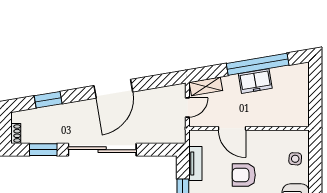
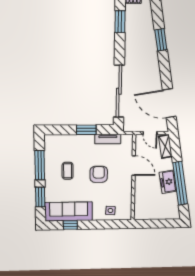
door: (113, 89) -> (169, 103), moved
window: (48, 100) -> (161, 40), moved
door: (232, 128) -> (134, 166), swing flipped
sliding door: (102, 150) -> (119, 91), moved

